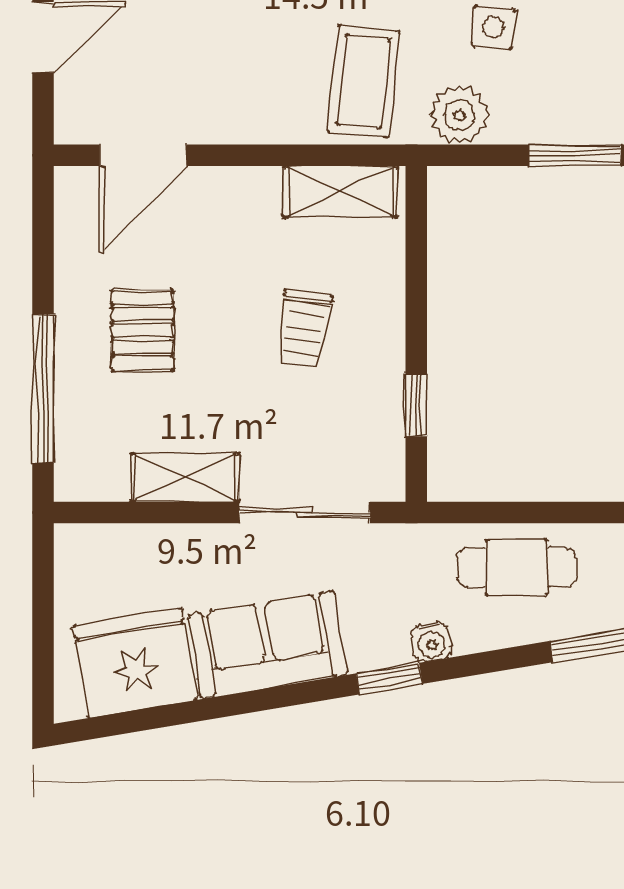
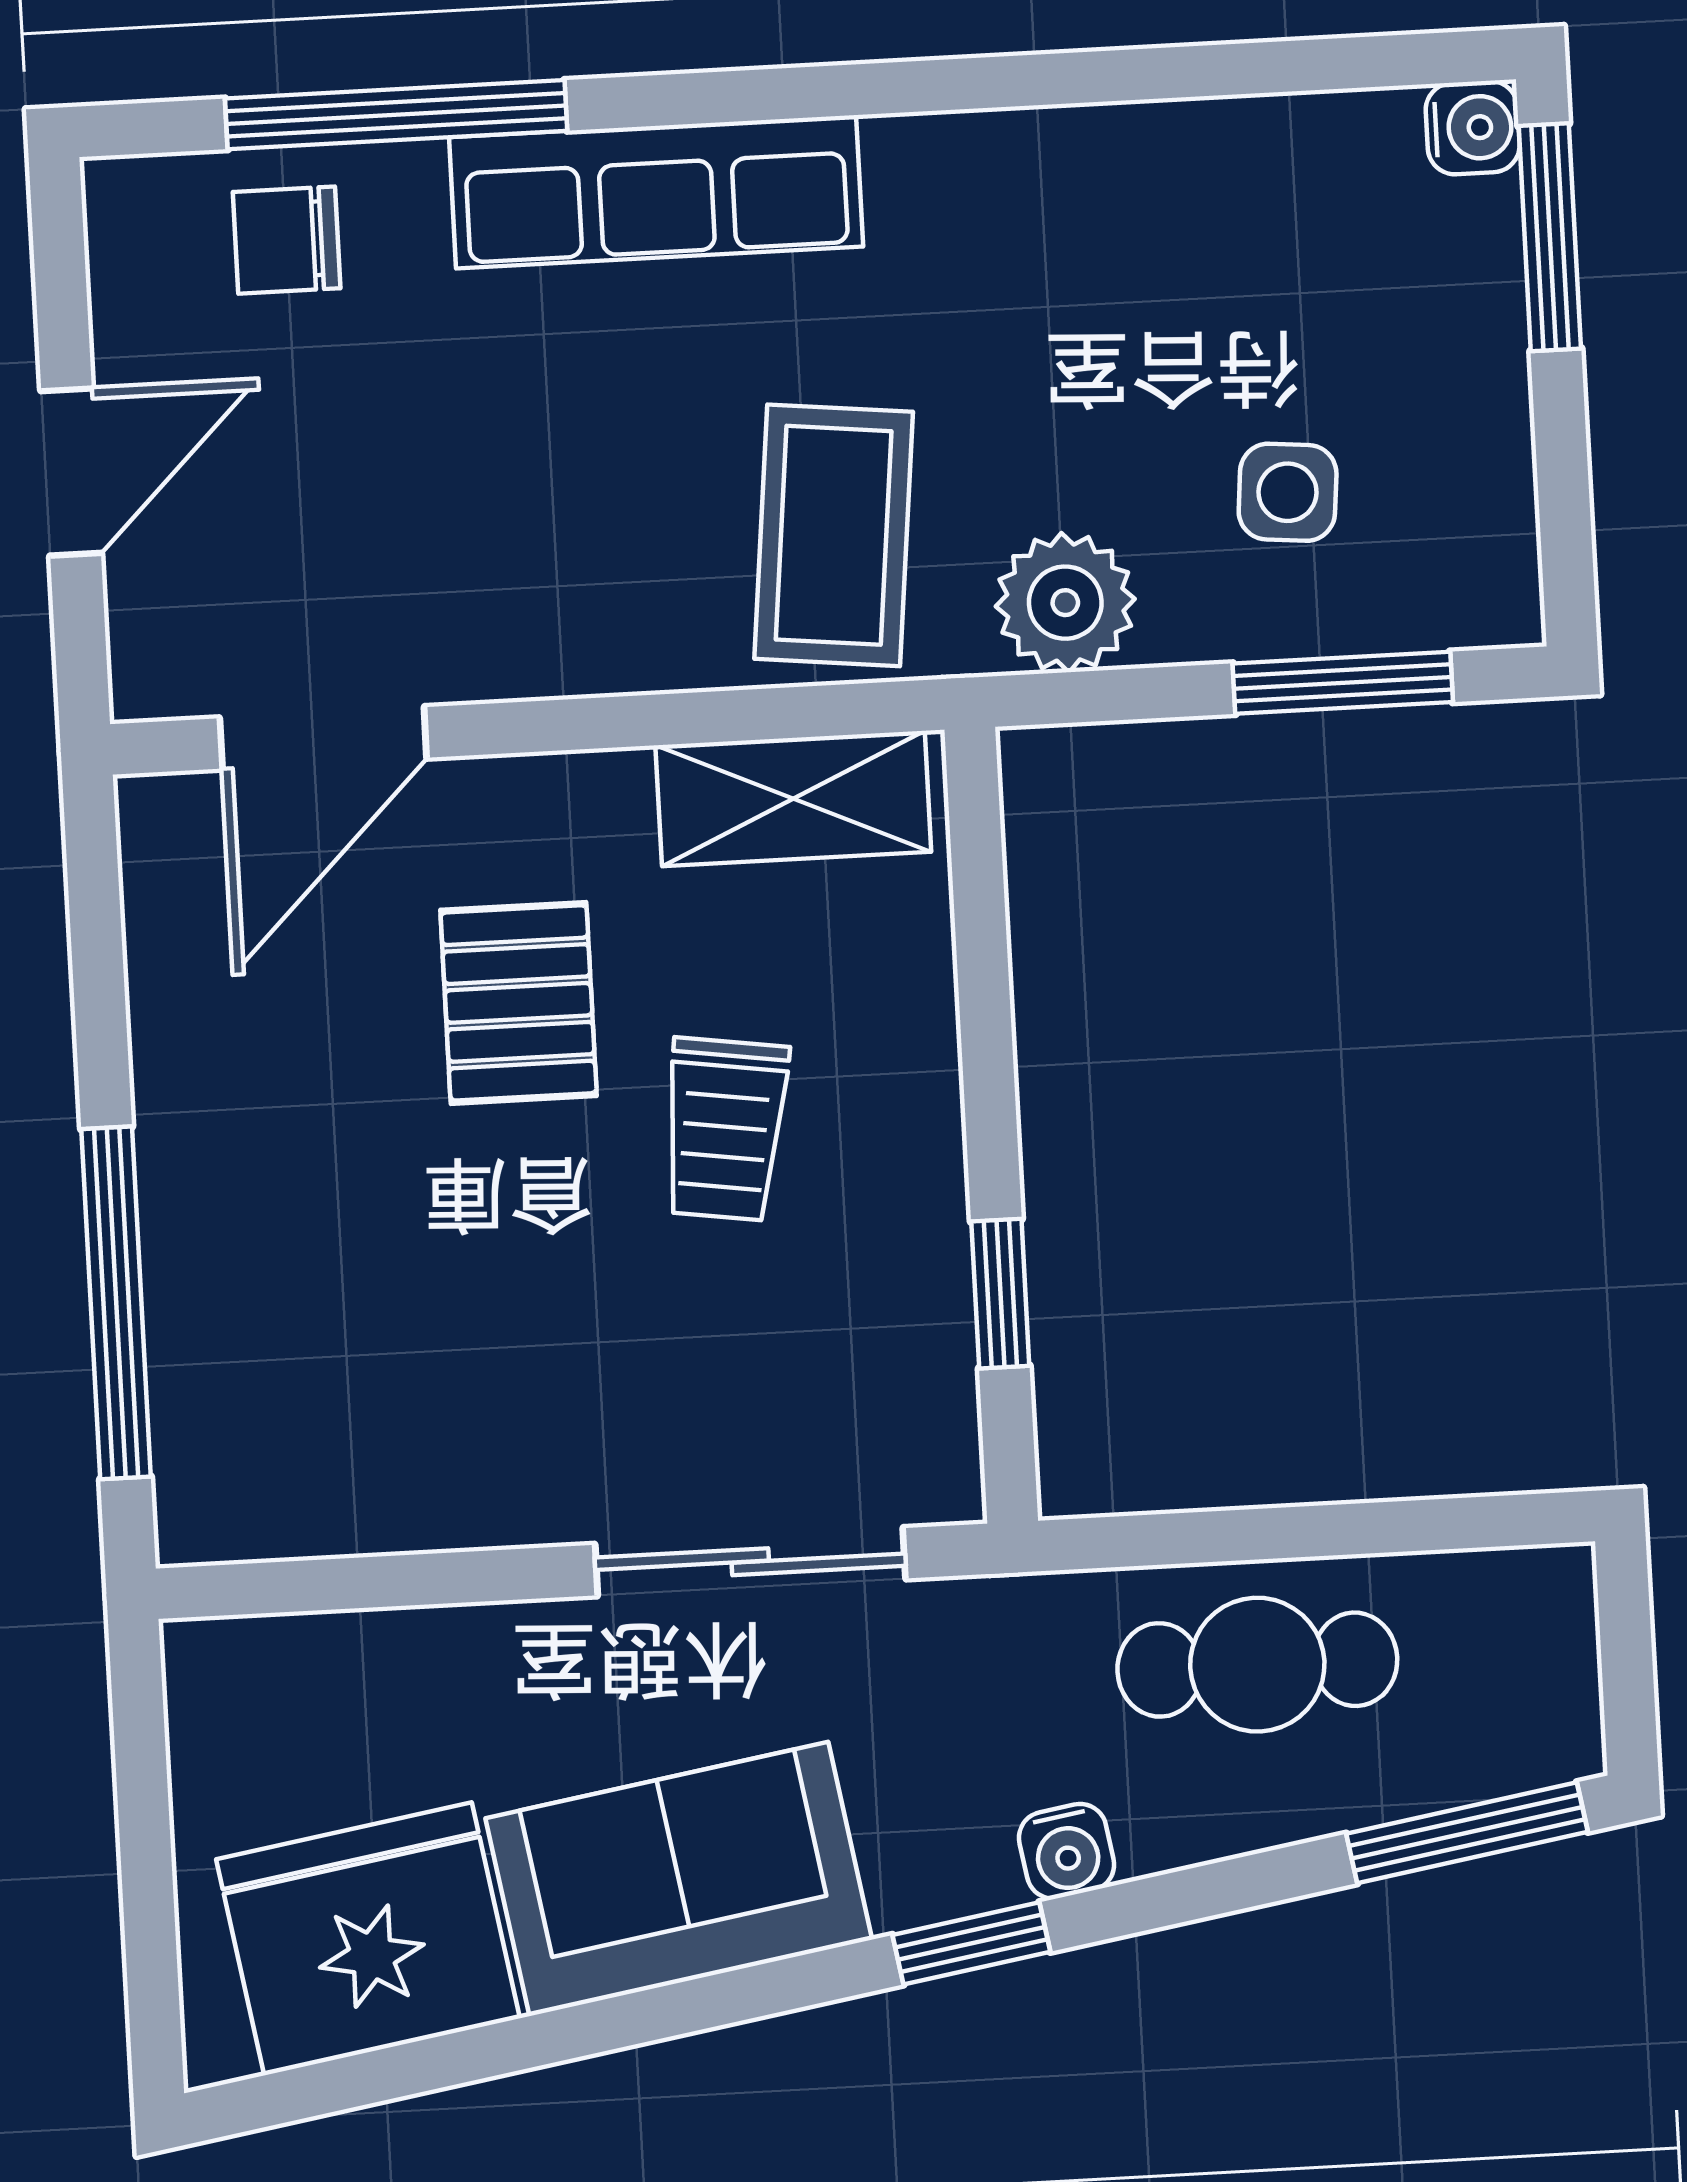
side table: (493, 27) -> (1288, 492), moved
pallet: (142, 330) -> (519, 1003), moved
shelving: (185, 477) -> (463, 1494), removed

